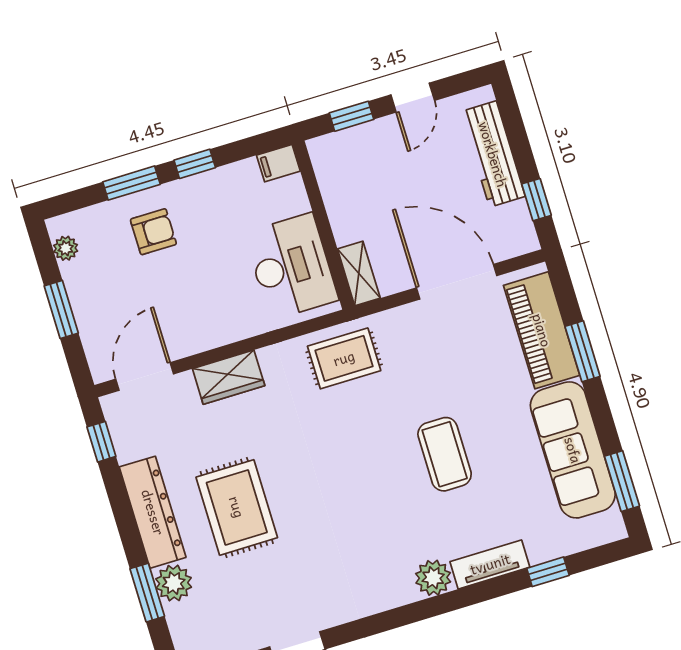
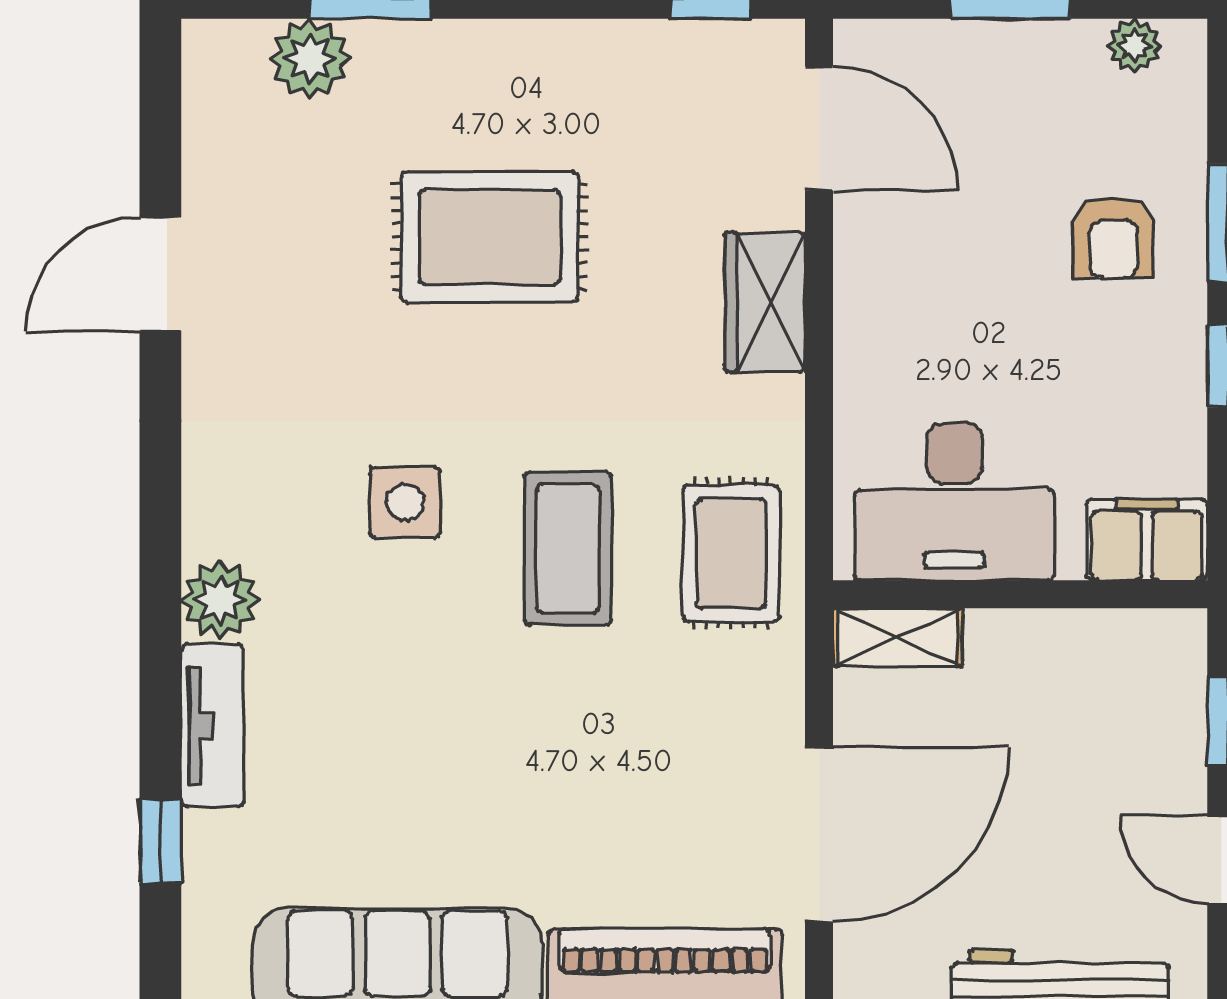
filing cabinet: (278, 163) -> (1147, 540), width x2.00
coffee table: (445, 454) -> (568, 548), moved, turned 90
side table: (365, 509) -> (405, 502), added
dresser: (153, 512) -> (533, 60), removed
plant: (174, 583) -> (310, 59), moved

